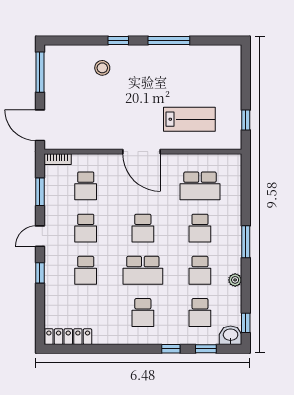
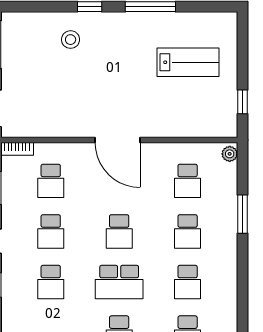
lab bench: (189, 119) -> (188, 62), moved
school desk: (200, 186) -> (188, 181), width x0.54
window: (246, 242) -> (242, 214), moved
plant: (235, 280) -> (230, 154), moved

